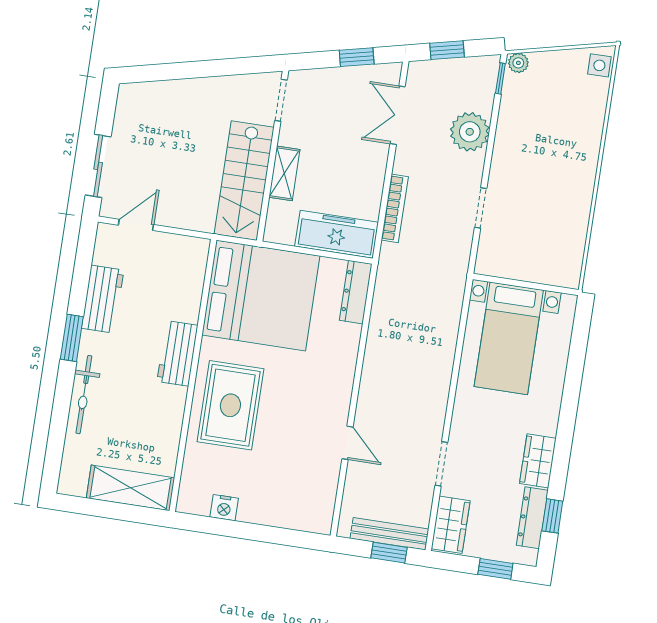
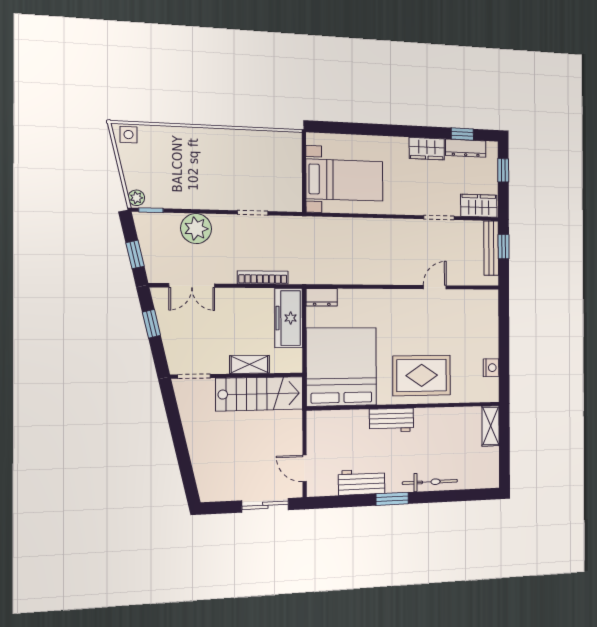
dresser: (356, 292) -> (322, 297), width x0.70
shelving: (131, 488) -> (491, 426), width x0.67, depth x0.75

